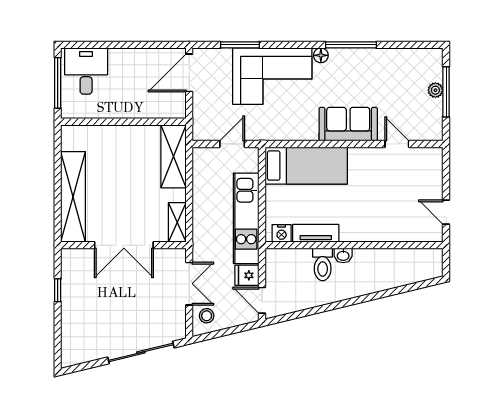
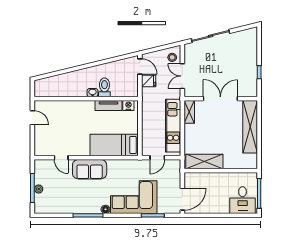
shelving: (174, 156) -> (204, 161), moved, turned 90
kitchen unit: (246, 218) -> (173, 126), moved, turned 180

